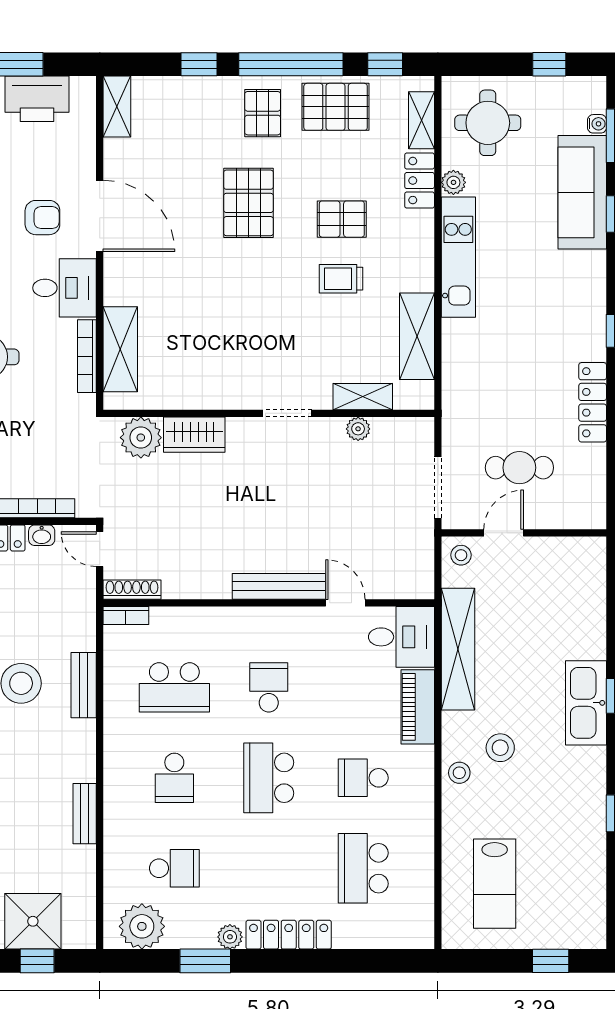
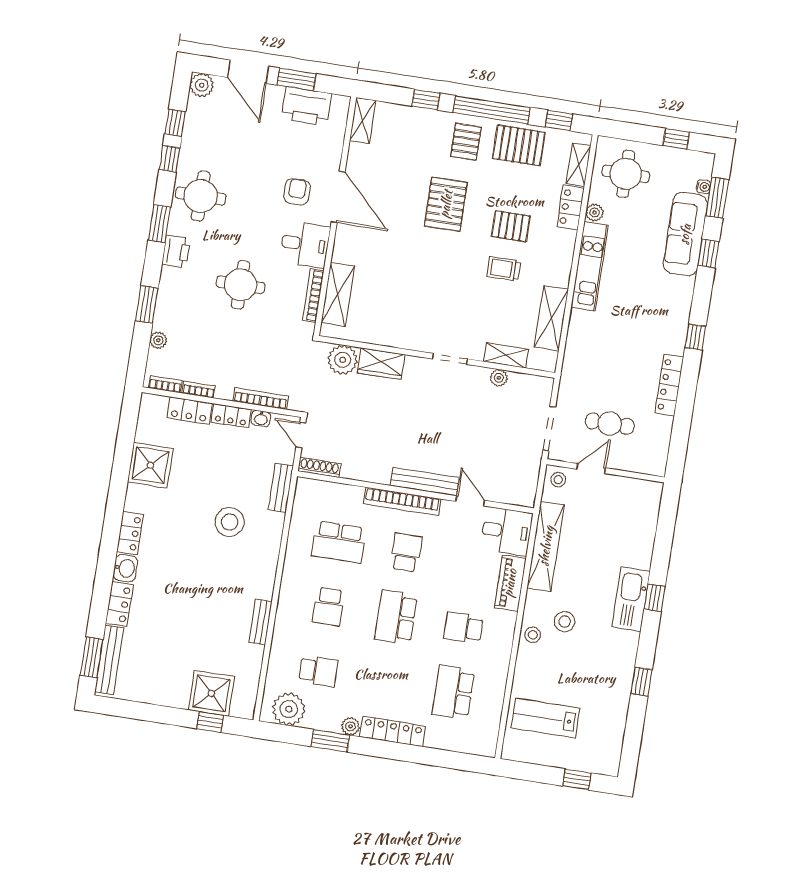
armchair: (42, 218) -> (297, 192), turned -90
bookcase: (126, 615) -> (402, 501), moved, width x2.31, depth x1.31
bench: (84, 685) -> (281, 488), moved
lab bench: (495, 884) -> (545, 718), turned 90

